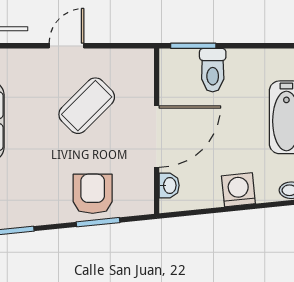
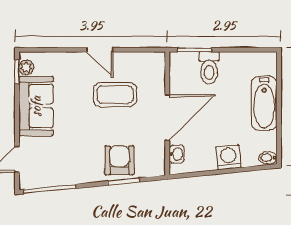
door: (66, 46) -> (100, 50), swing flipped
coffee table: (87, 106) -> (115, 95), turned 45

